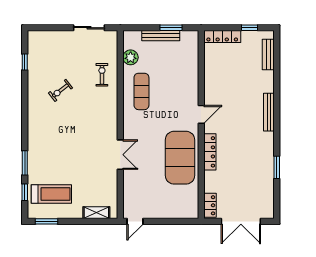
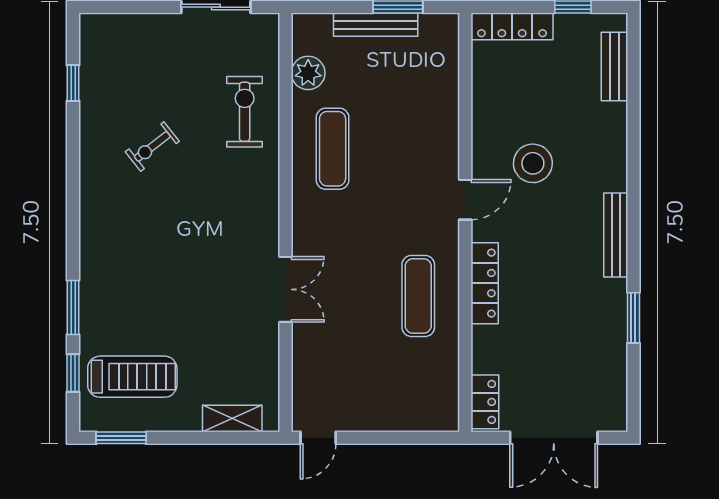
exercise bike: (102, 75) -> (245, 112), width x1.38, depth x1.39
stool: (232, 98) -> (533, 163), added
bench: (269, 112) -> (616, 235), moved
exercise mat: (180, 158) -> (418, 296), width x0.50, depth x0.69

